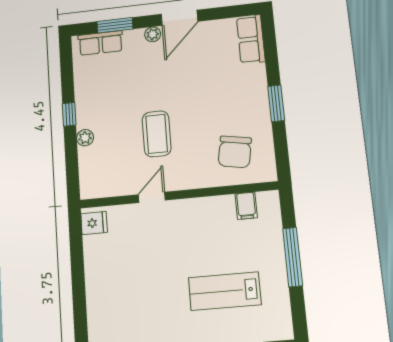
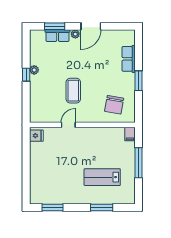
row of seats: (251, 39) -> (129, 59), moved
row of seats: (101, 43) -> (58, 36), moved
plant: (85, 138) -> (34, 70), moved
filing cabinet: (246, 206) -> (130, 134), moved

